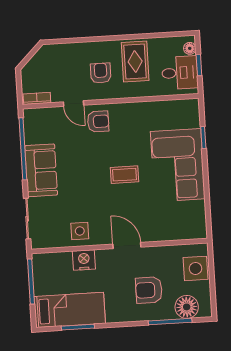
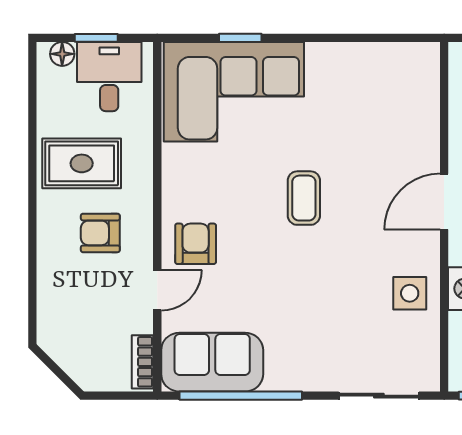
corner sofa: (178, 165) -> (234, 92), moved
sofa: (41, 170) -> (212, 362), moved

